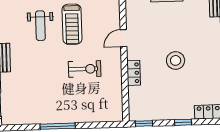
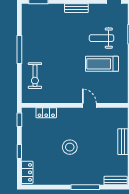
exercise bike: (85, 69) -> (35, 76), moved
locker: (134, 73) -> (46, 113), moved

